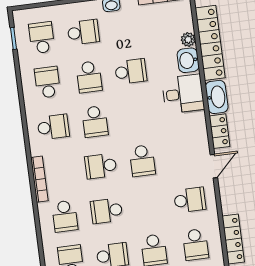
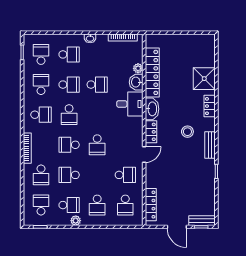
school desk: (89, 77) -> (69, 85), turned -90

